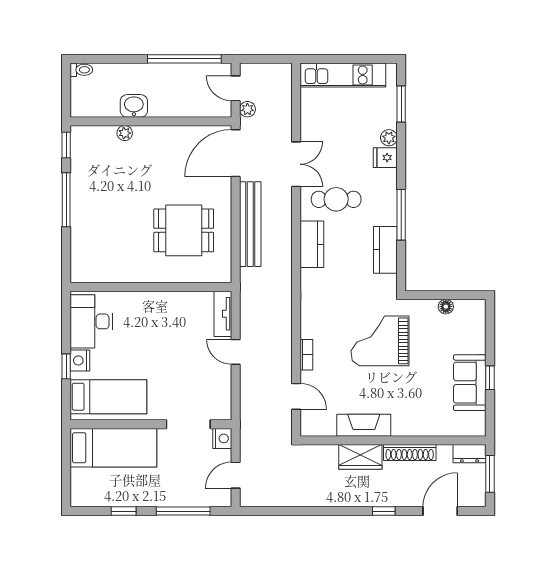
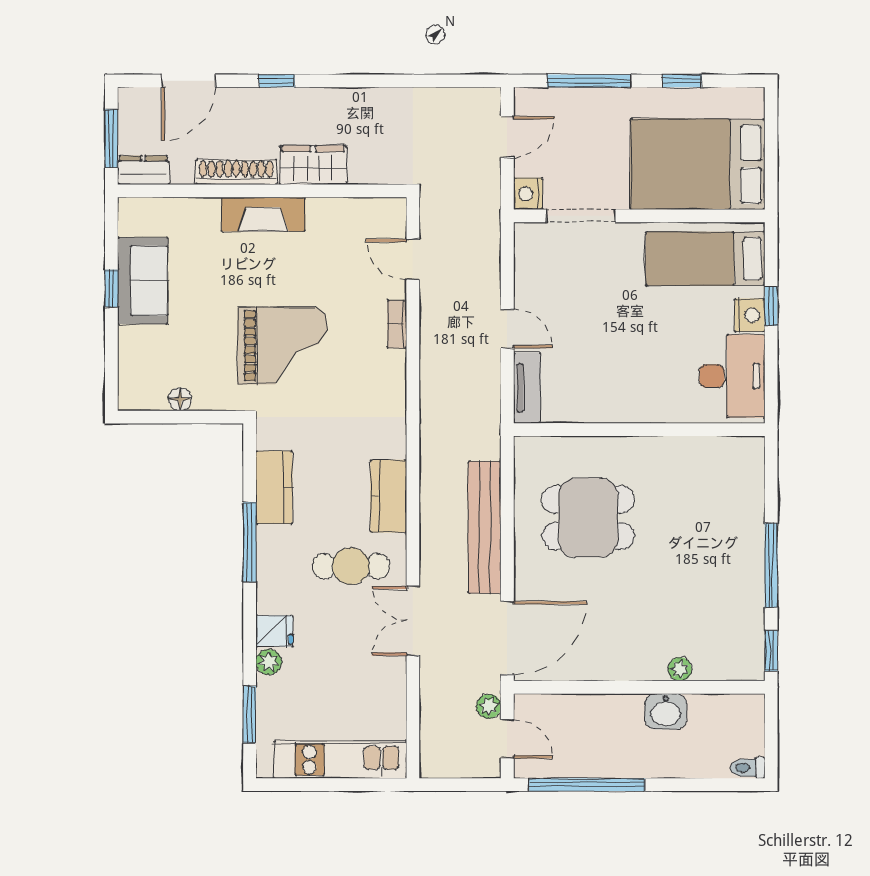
fireplace: (364, 425) -> (263, 214), moved
bed: (113, 448) -> (698, 164), width x1.50

